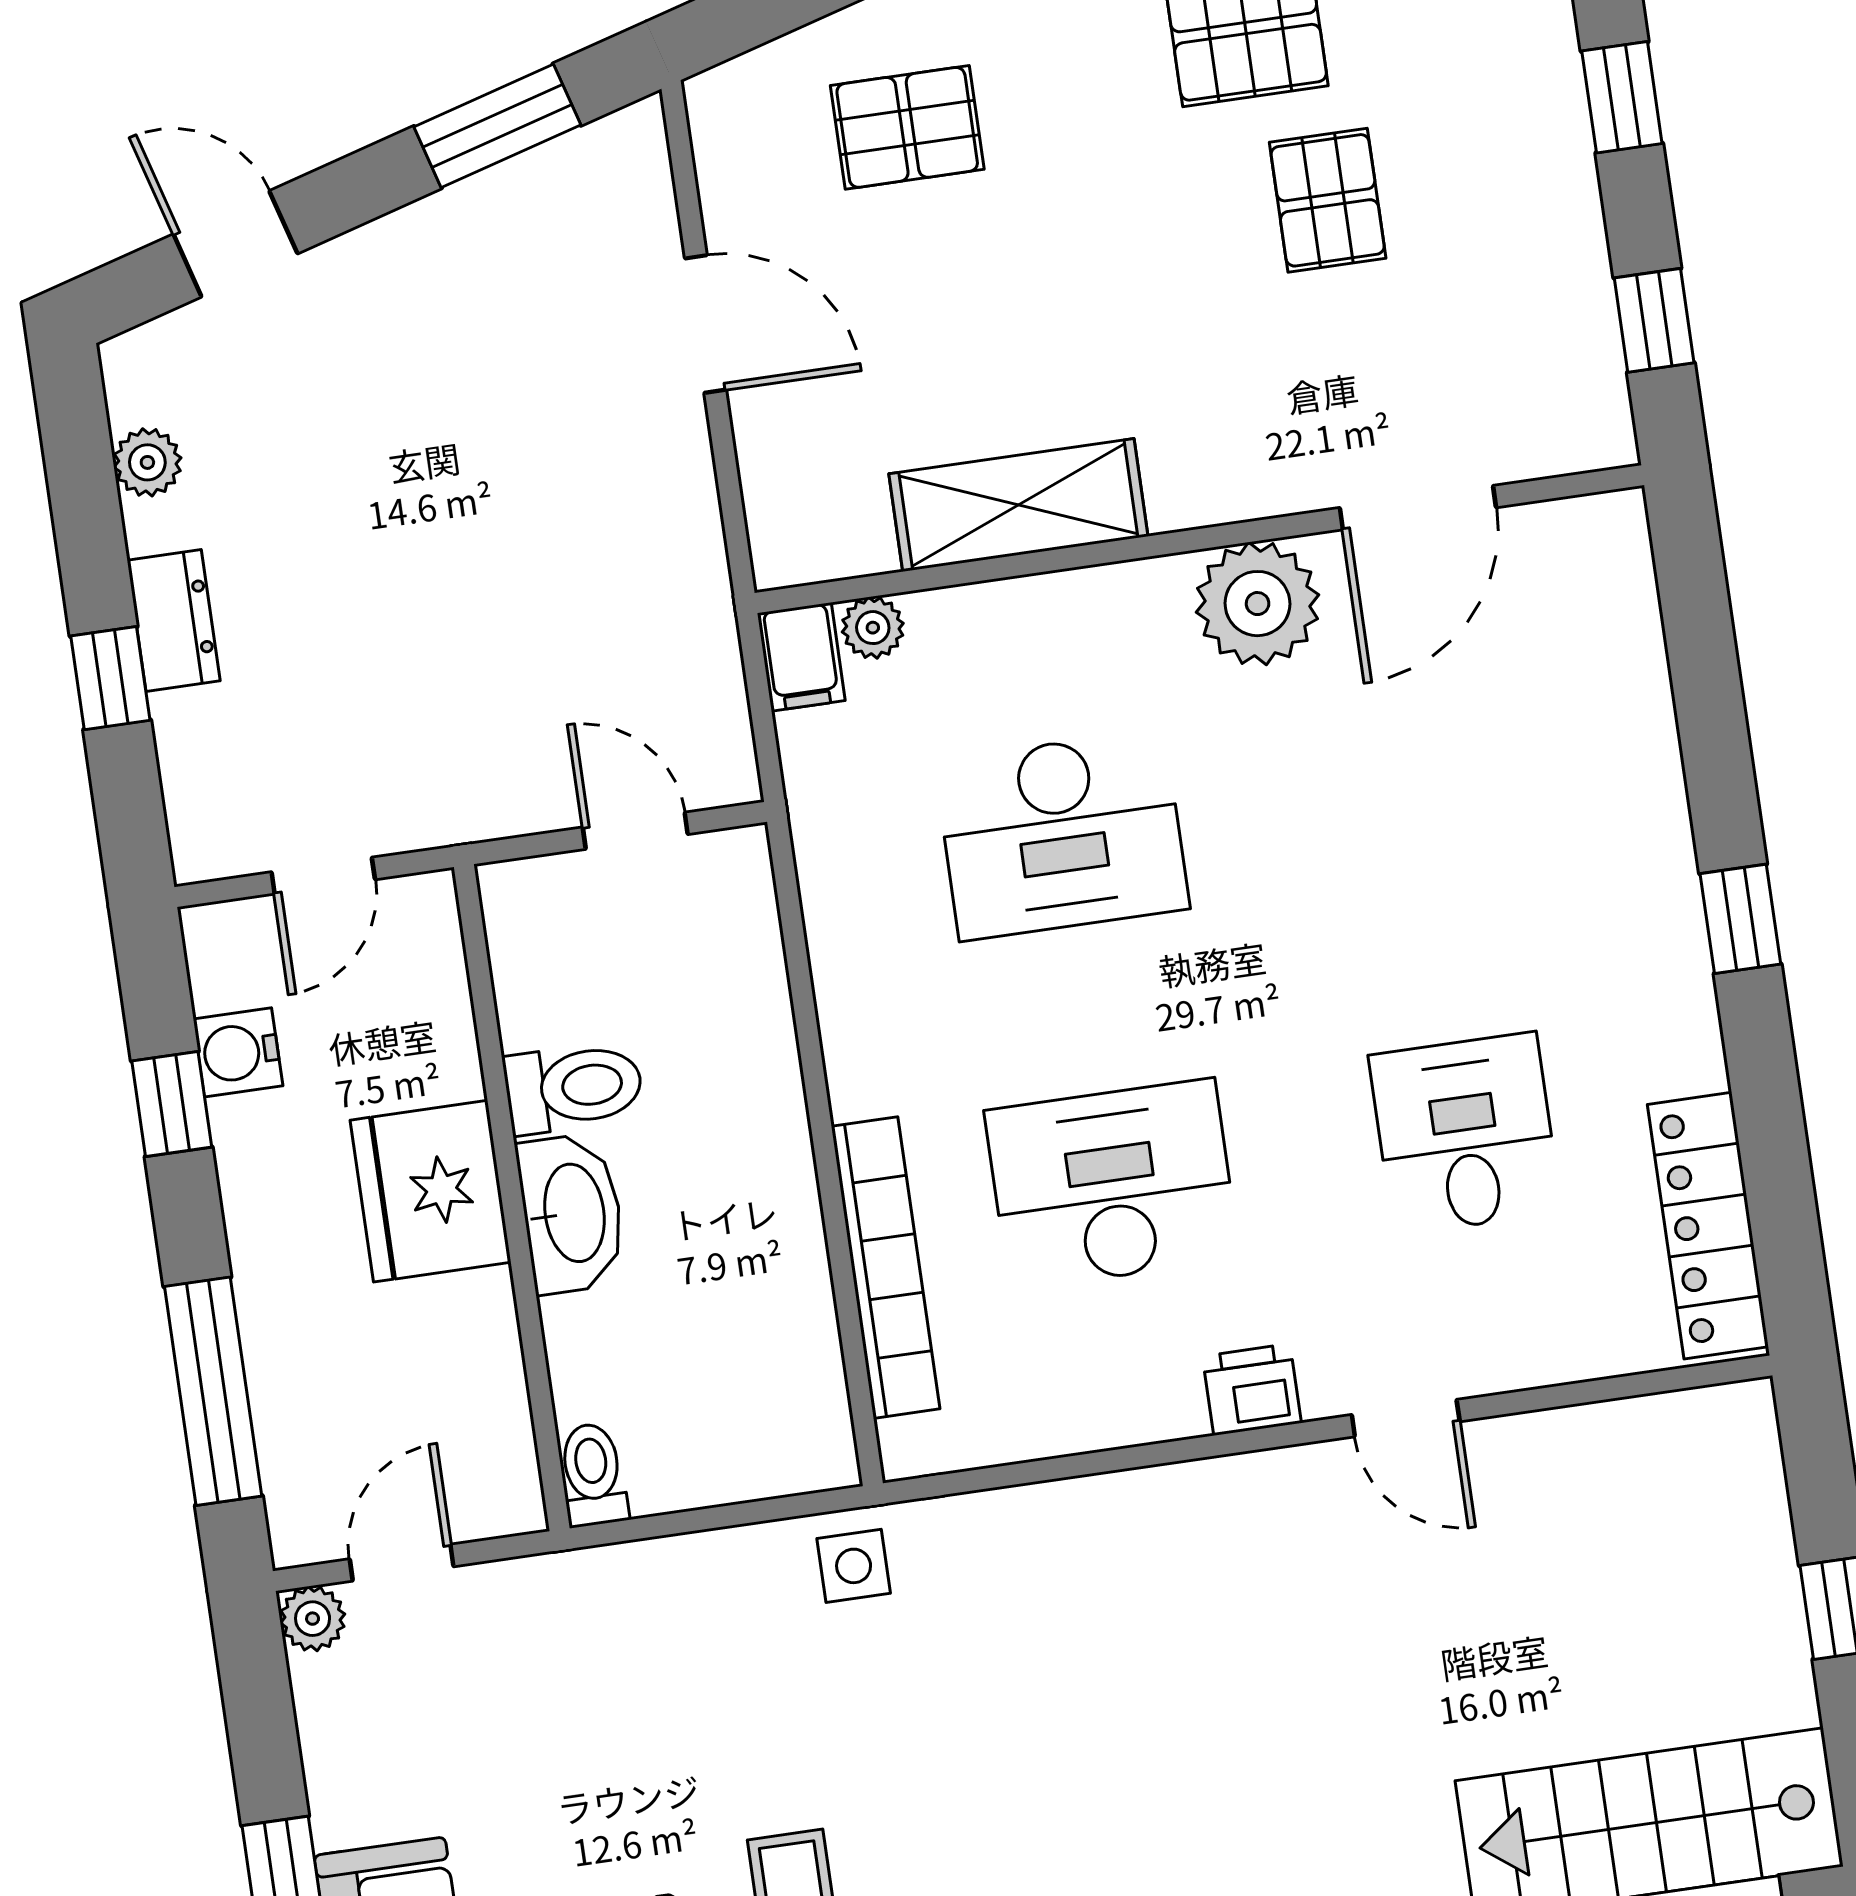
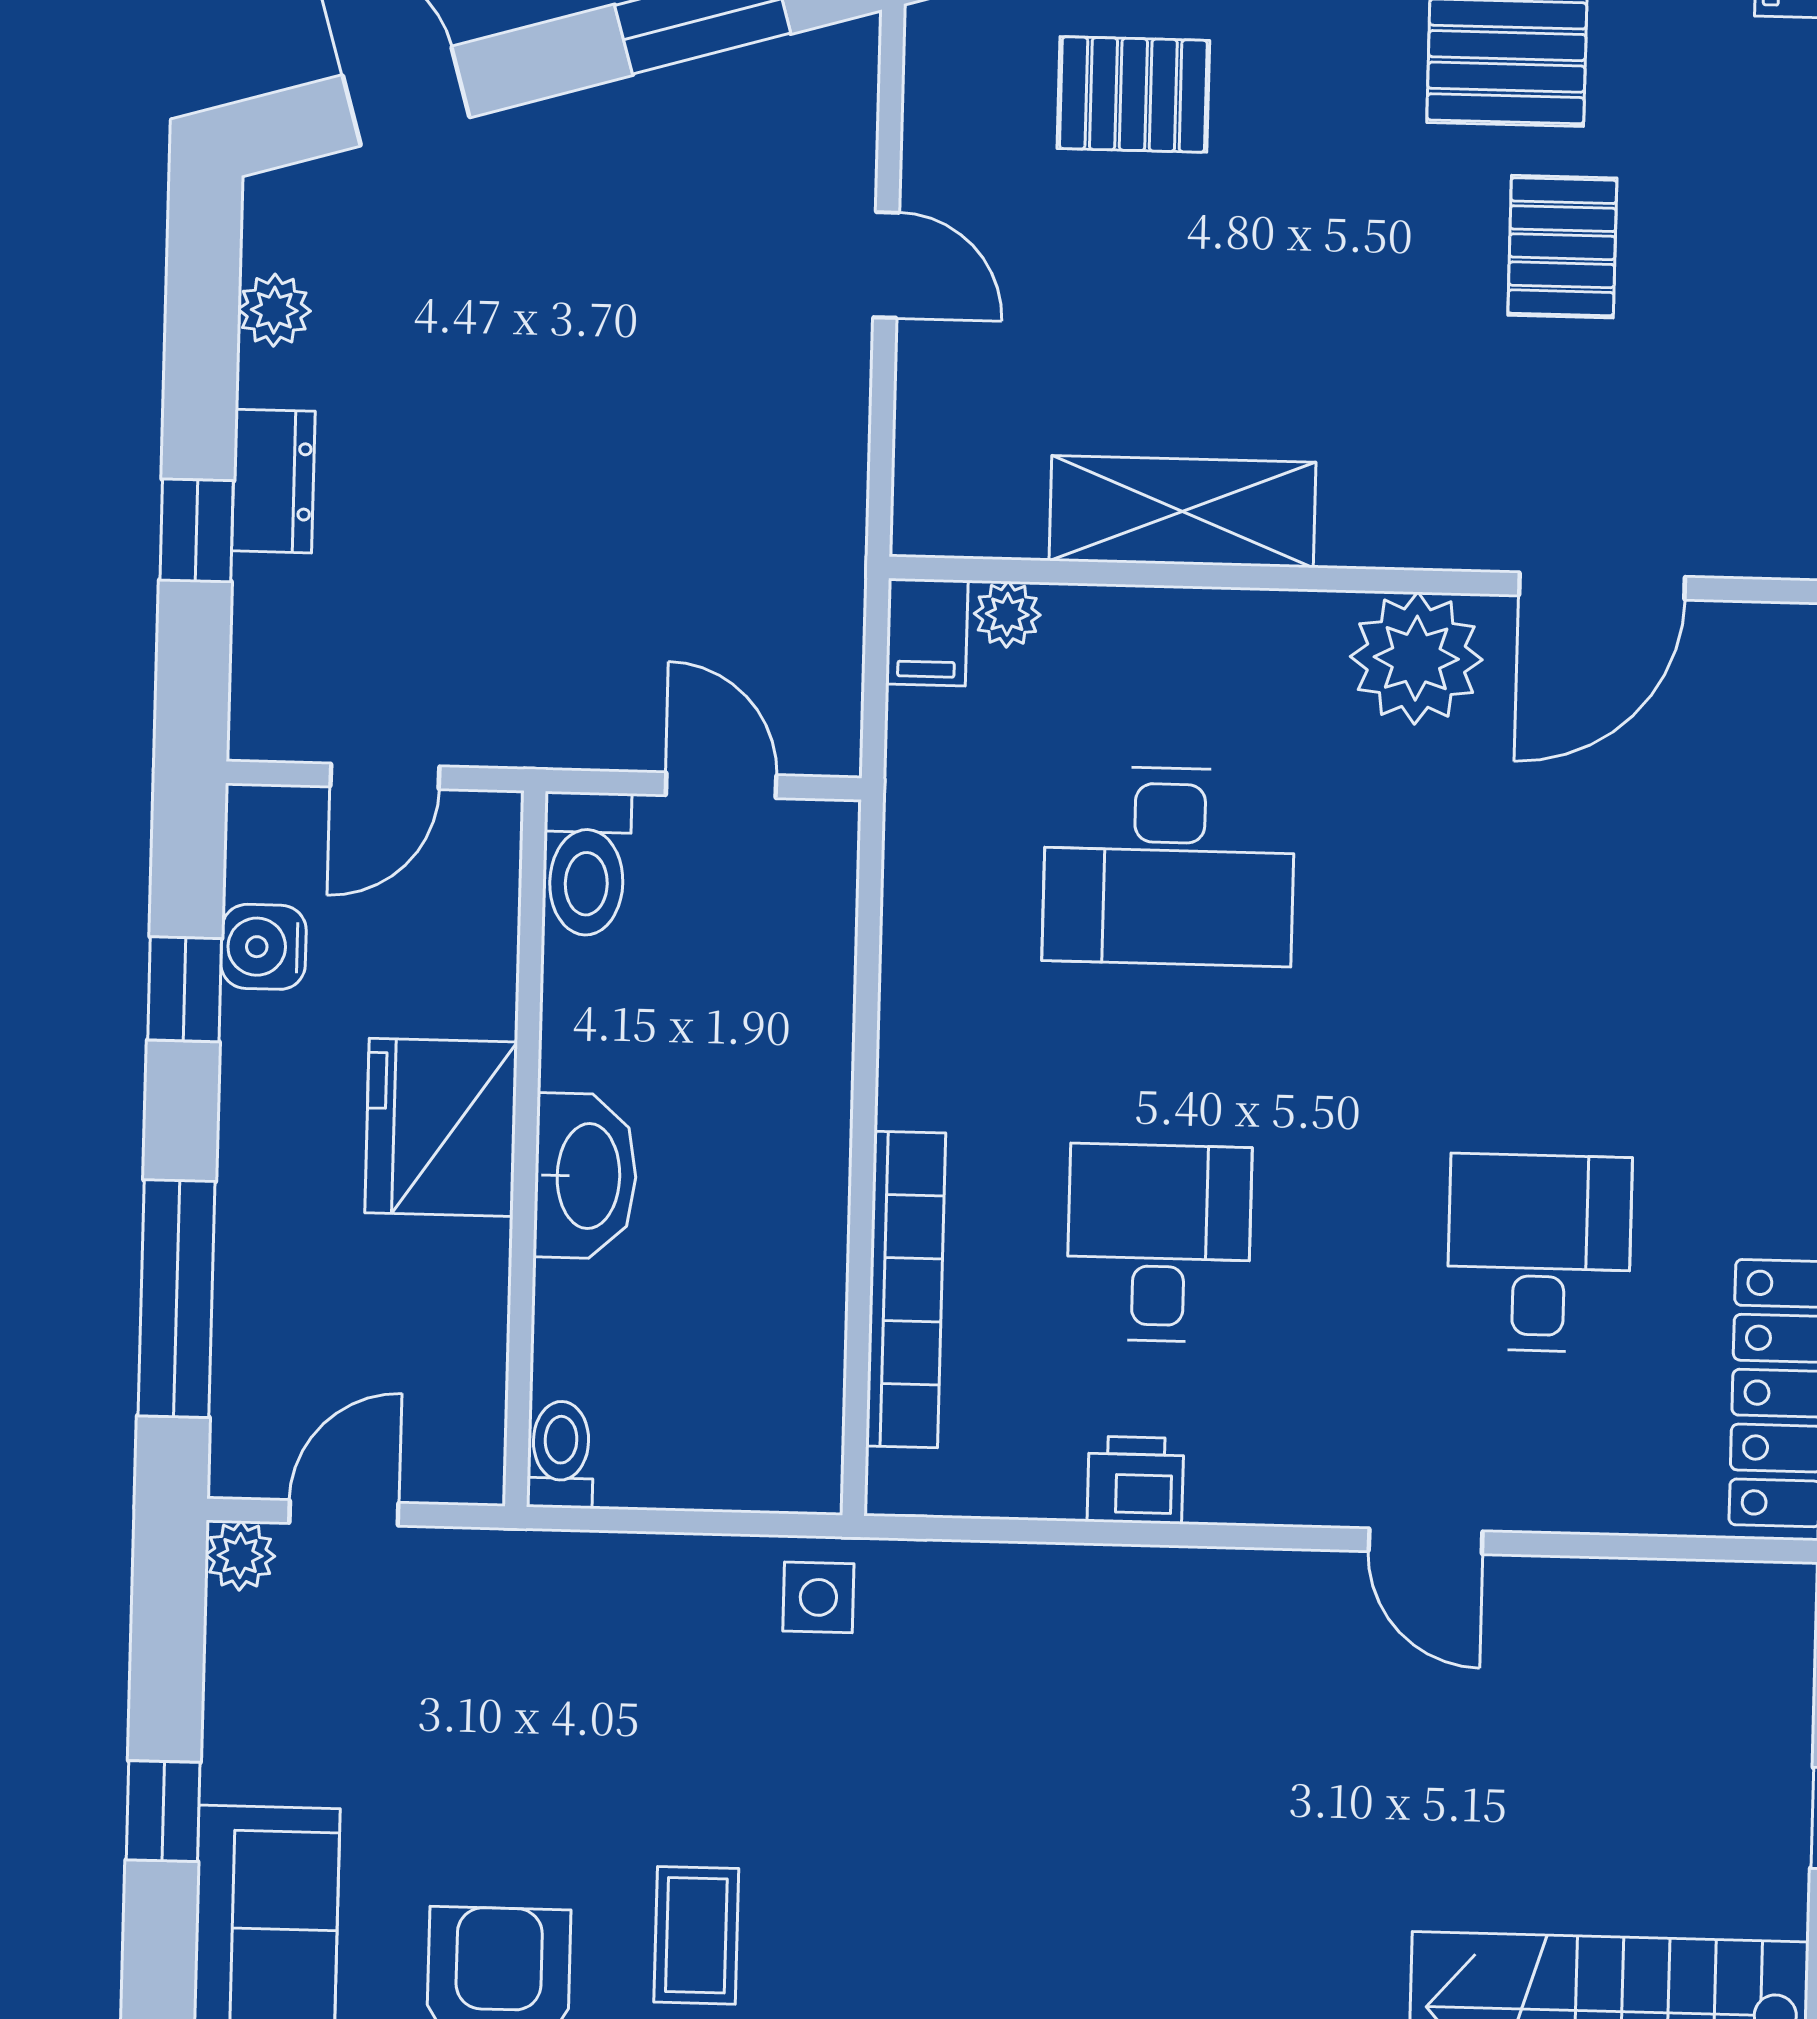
door: (706, 324) -> (886, 265), width x0.73
toilet: (574, 1087) -> (587, 864), moved, turned 90
desk: (1112, 1184) -> (1159, 1243), width x0.73
printer: (1252, 1390) -> (1135, 1480), moved

